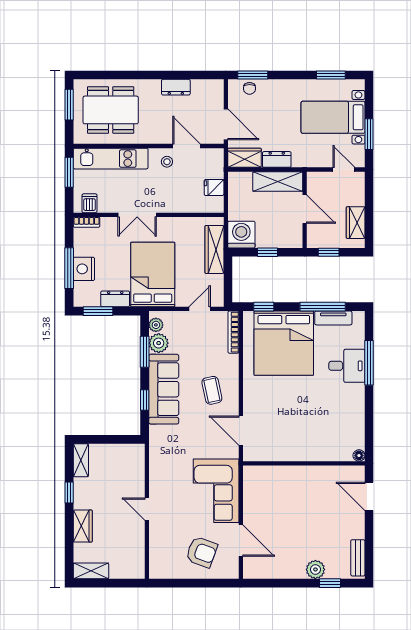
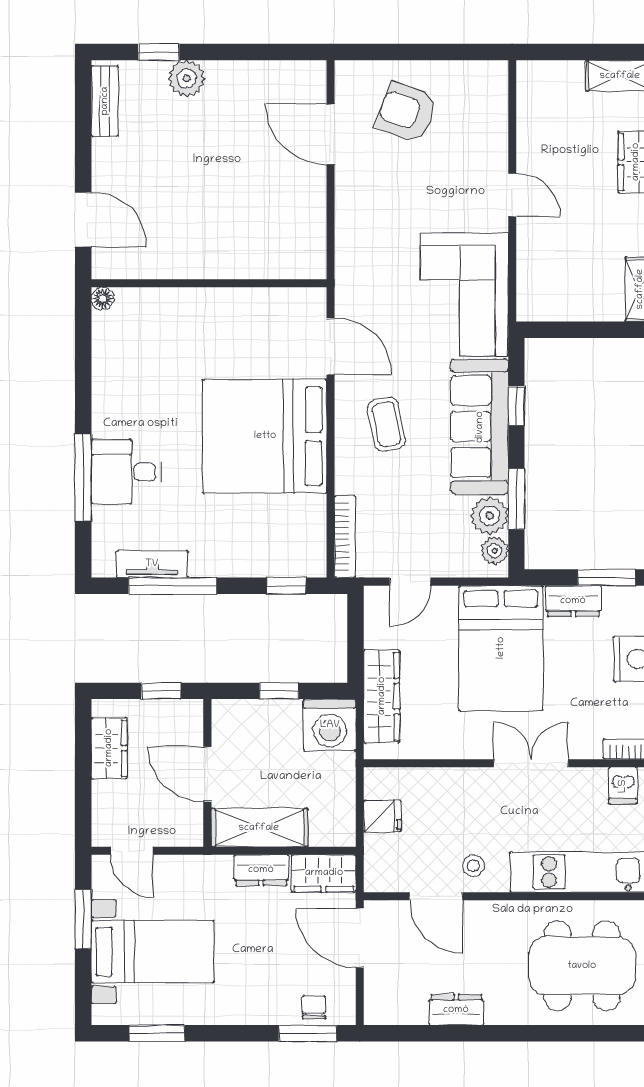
bed: (284, 343) -> (265, 436), moved, turned -90
corner sofa: (216, 491) -> (464, 295), moved, turned 180

